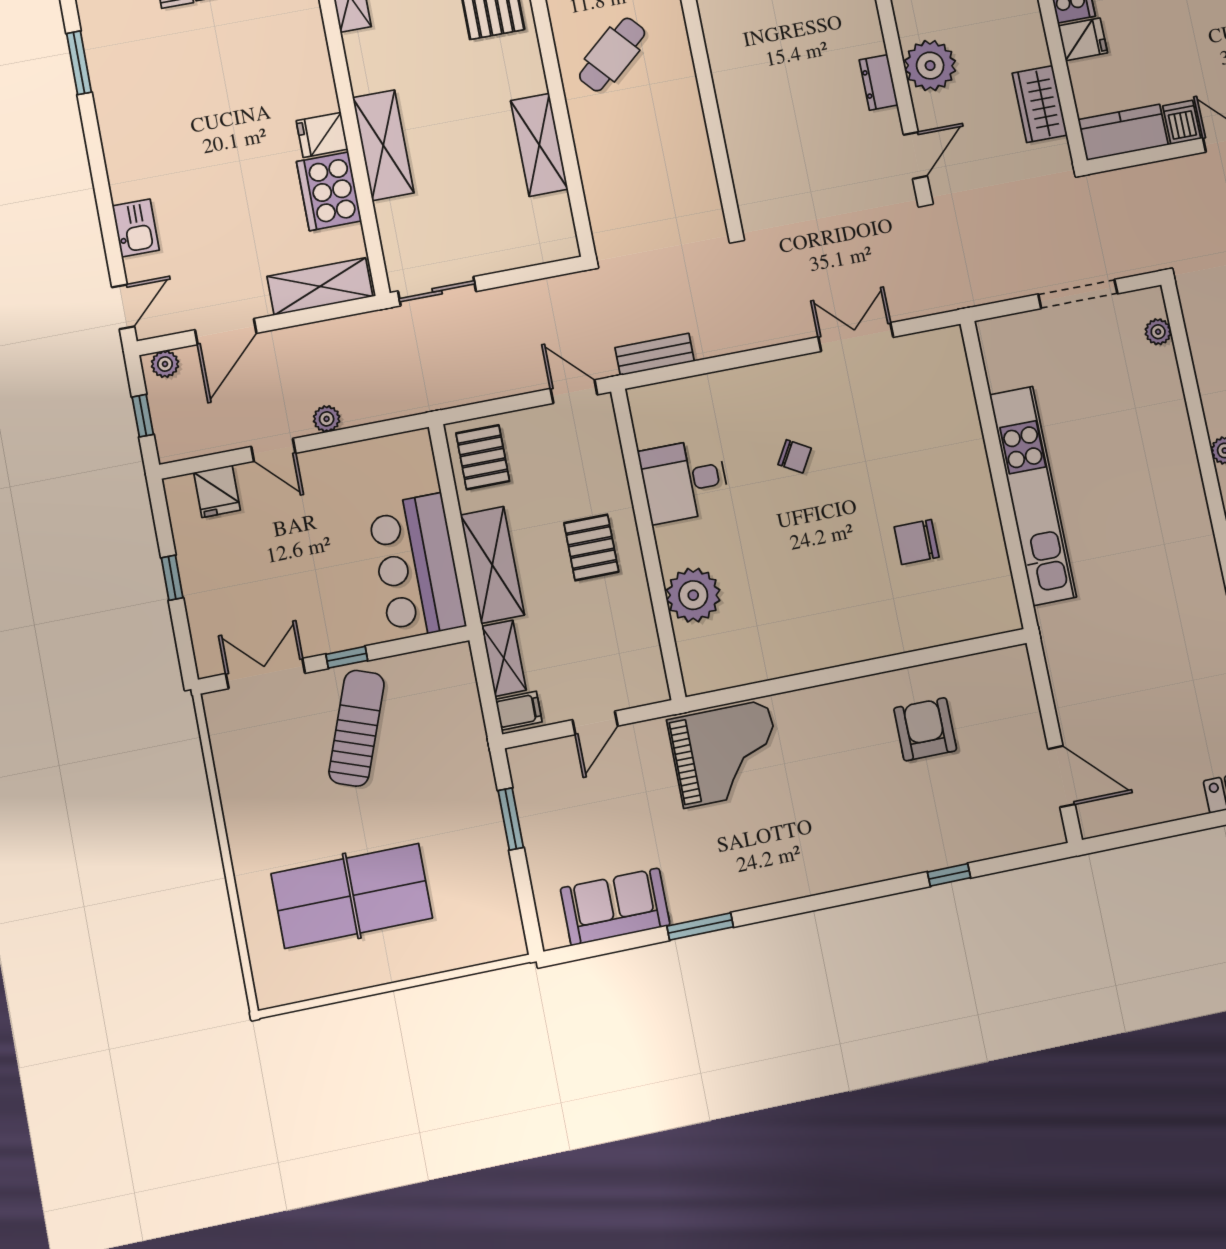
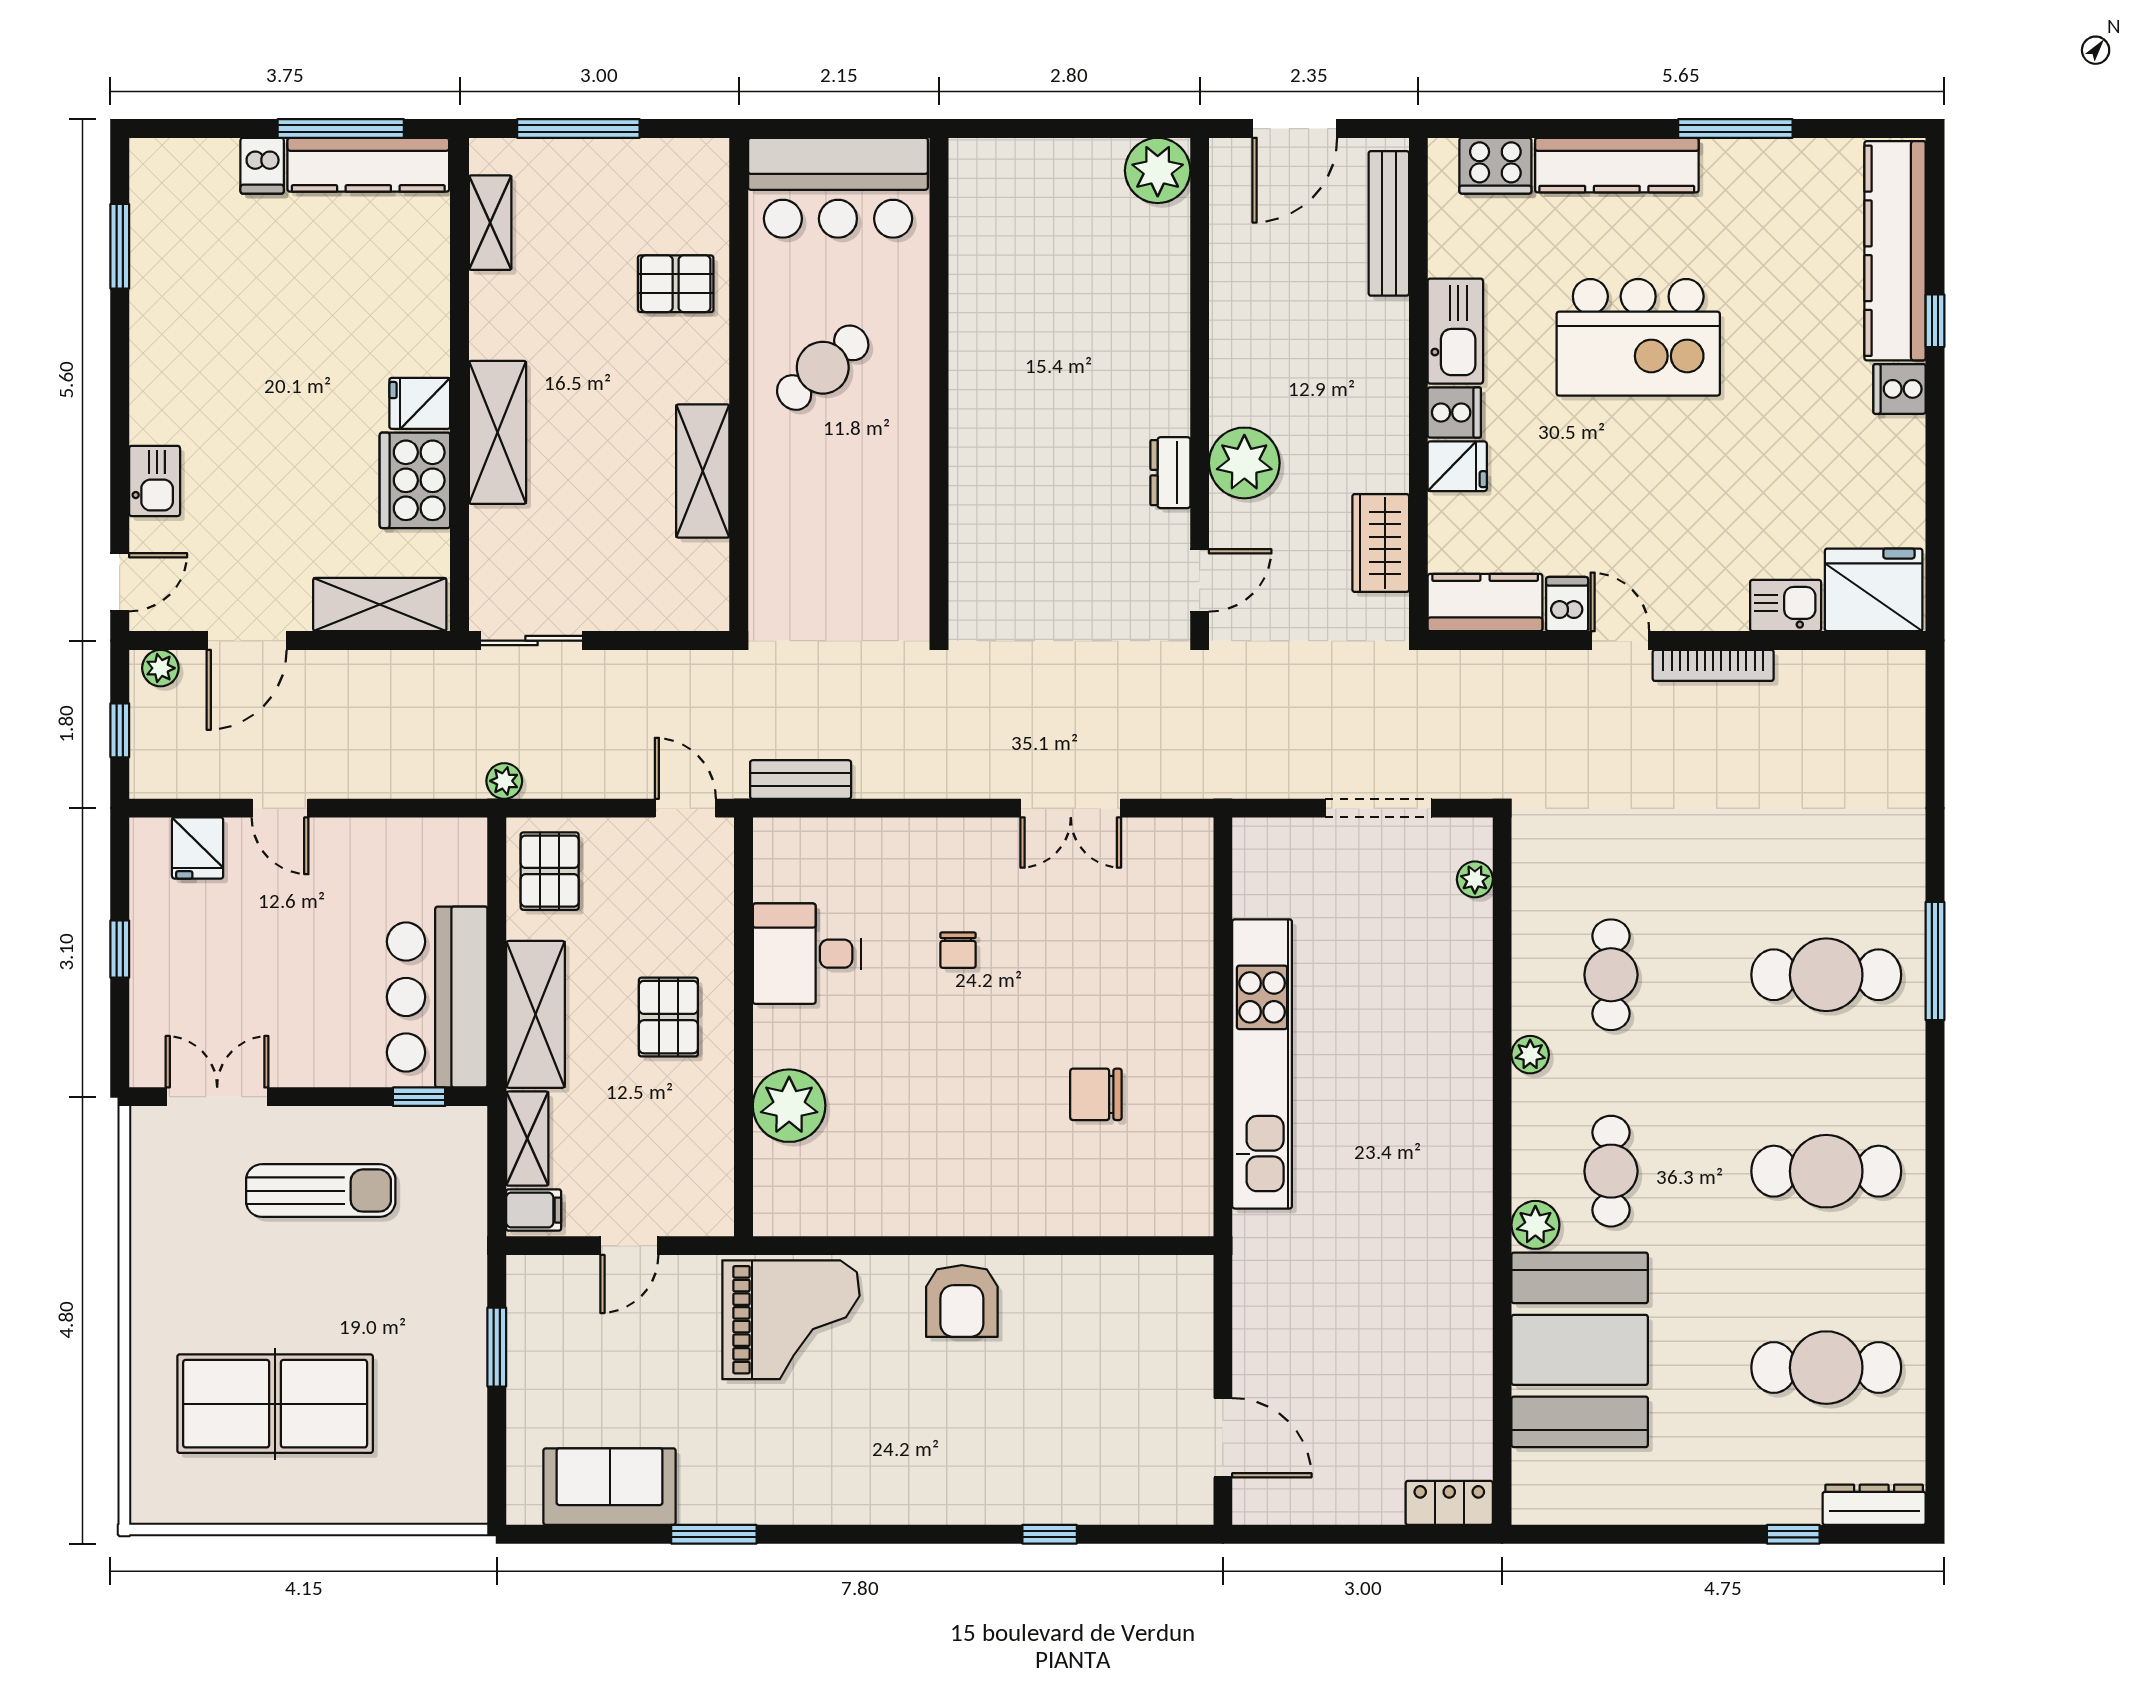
double door: (856, 337) -> (1071, 808), swing flipped
plant: (327, 419) -> (504, 781), moved
chair: (795, 456) -> (958, 950), turned 60
window: (347, 657) -> (419, 1097), moved
sun lounger: (356, 728) -> (321, 1191), turned 70
armchair: (925, 729) -> (962, 1301), moved, turned 180

